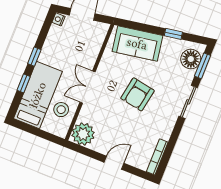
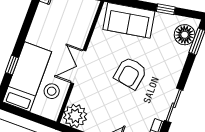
window: (34, 57) -> (22, 37), removed
sliding door: (188, 102) -> (174, 105), moved

